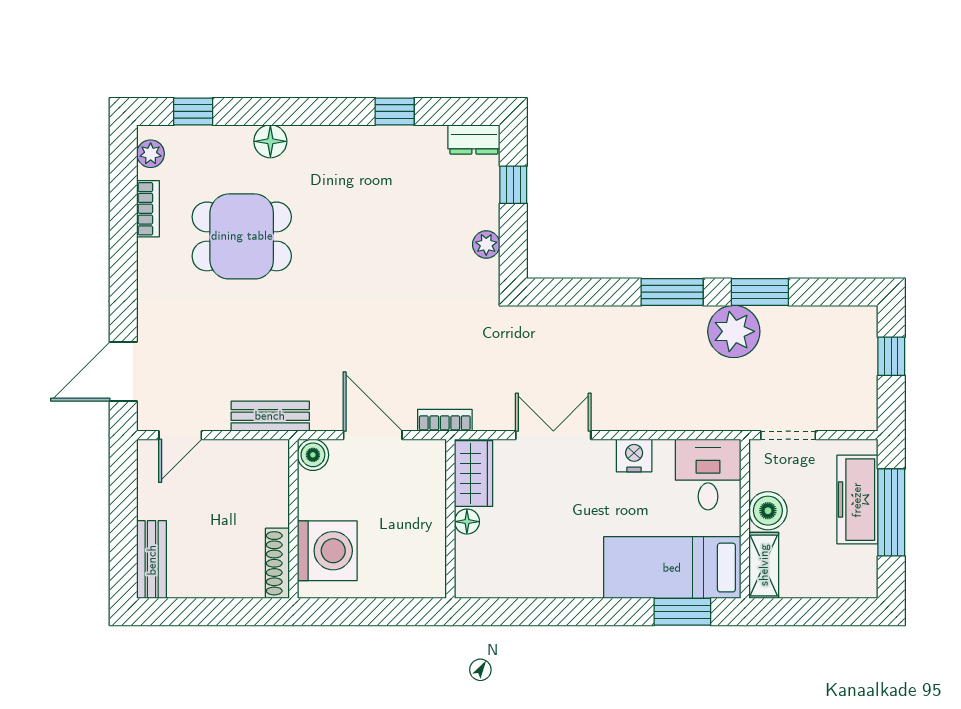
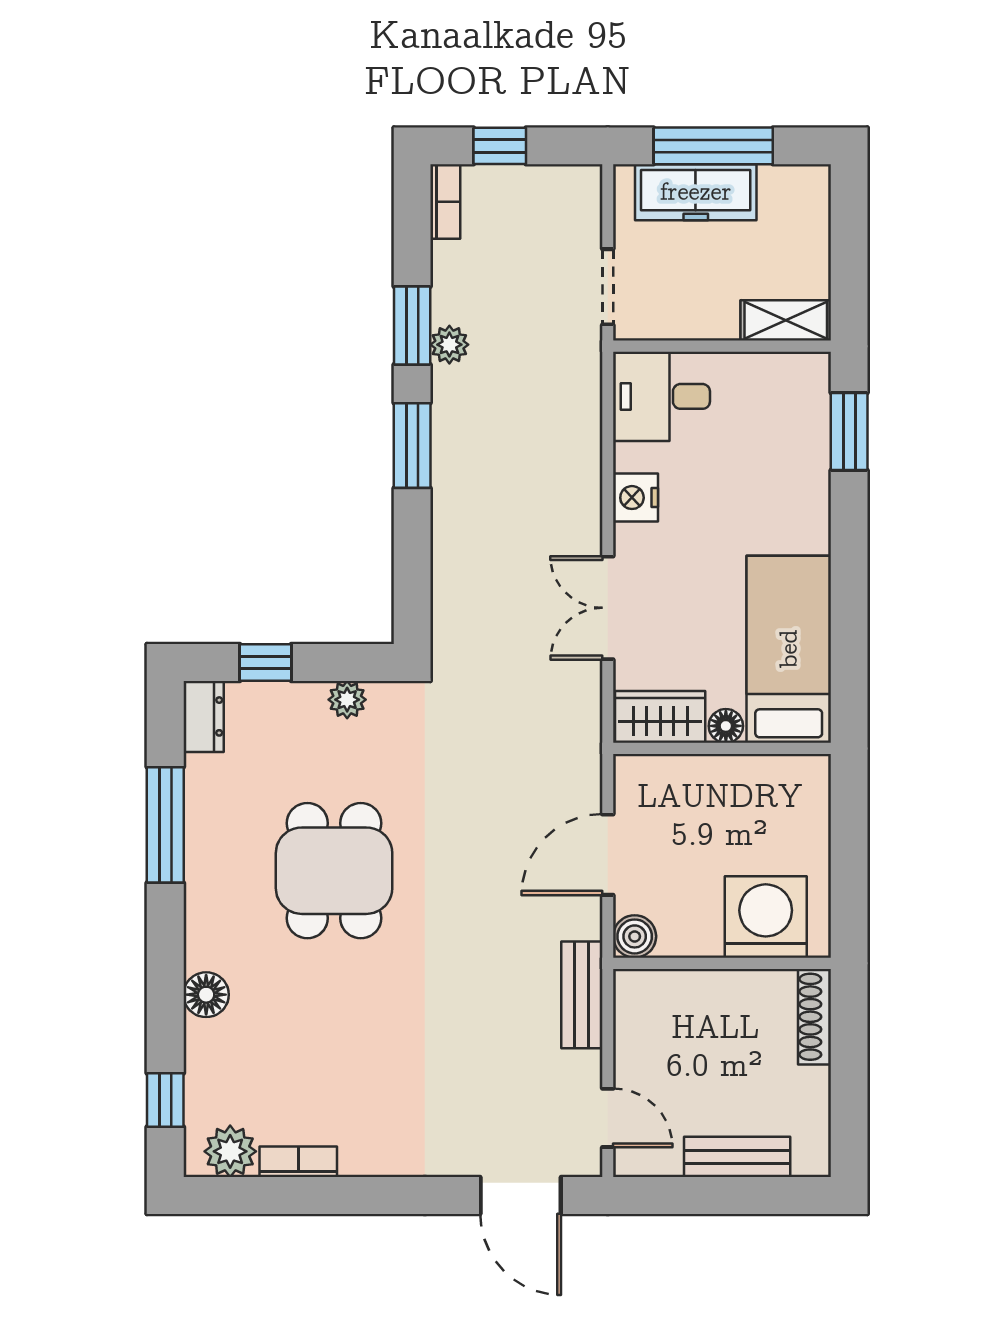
window: (395, 111) -> (165, 825), width x2.17
plant: (151, 154) -> (230, 1151), width x1.38, depth x1.38
dining table: (242, 236) -> (334, 871), moved
plant: (734, 331) -> (449, 345), width x0.53, depth x0.53
bookcase: (445, 420) -> (445, 202), moved, turned 180
boiler: (768, 511) -> (711, 315), removed
bench: (152, 560) -> (737, 1157), moved
shoe rack: (277, 563) -> (815, 1017), moved, turned 90
bed: (672, 568) -> (789, 649), moved, turned 180

